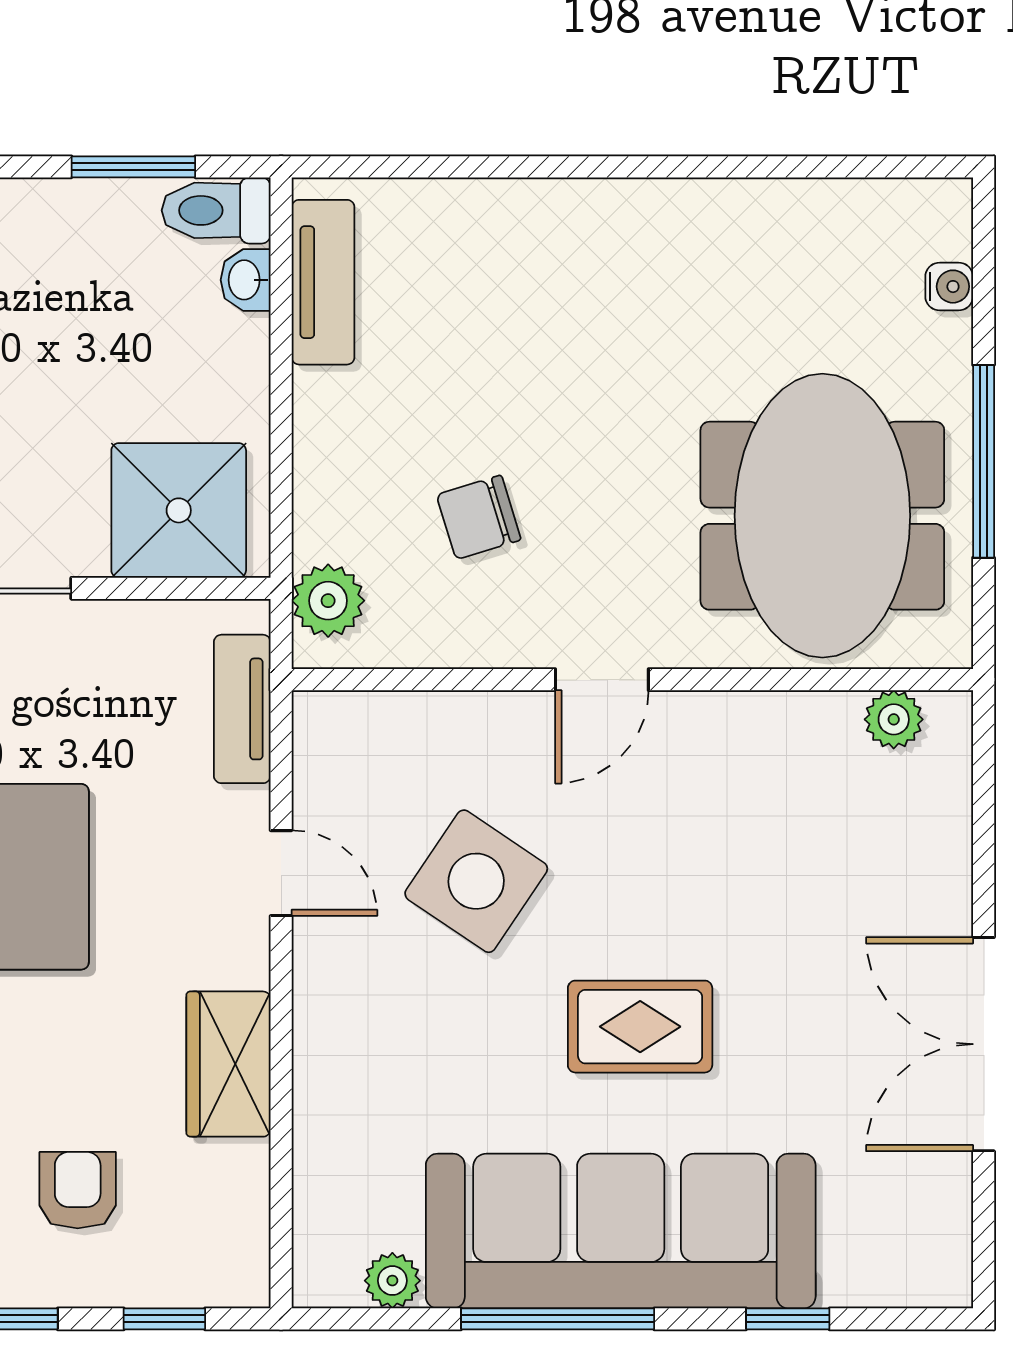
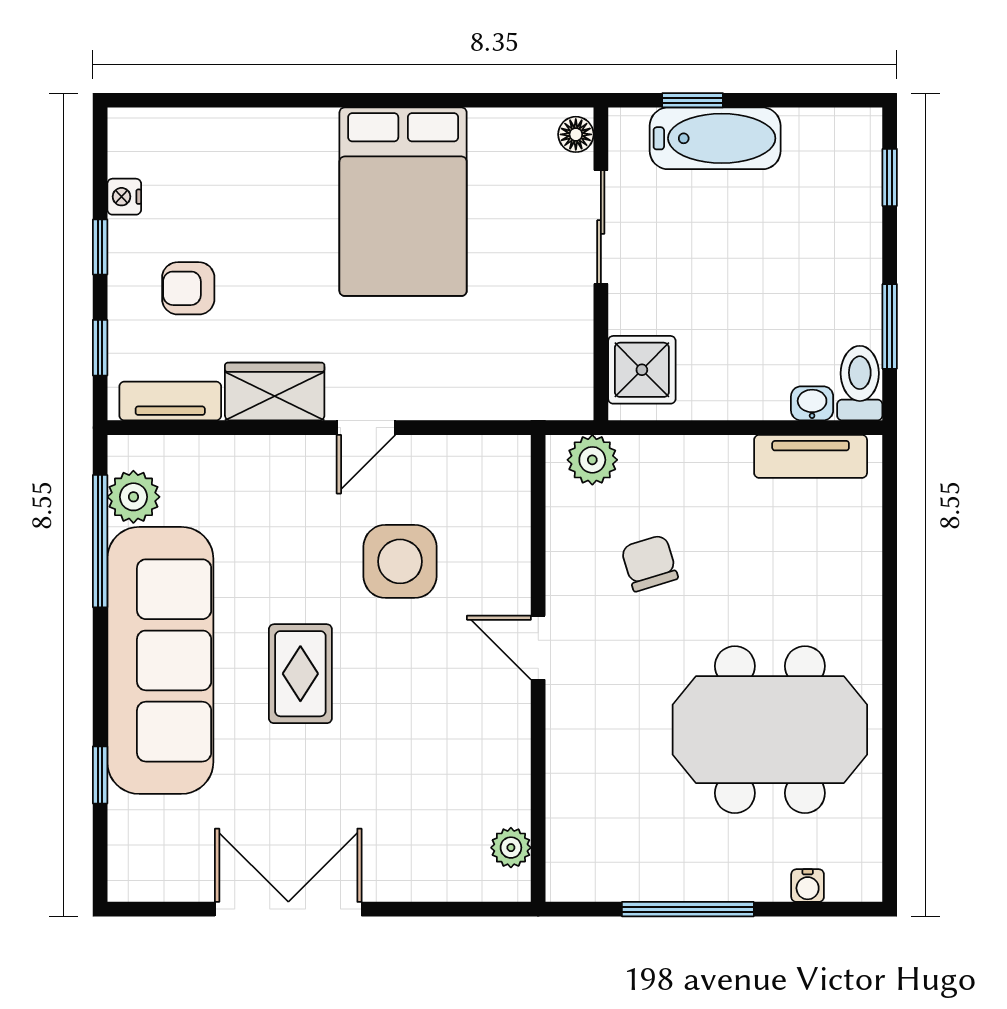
shower: (179, 510) -> (642, 370), width x0.73, depth x0.73
meeting table: (822, 516) -> (770, 730), moved
tv unit: (242, 709) -> (170, 401), moved
door: (281, 873) -> (366, 428), moved
side table: (476, 881) -> (400, 561), turned -34
armchair: (78, 1190) -> (188, 288), turned 180
plant: (392, 1281) -> (133, 497), width x1.38, depth x1.38
window: (558, 1319) -> (100, 541), moved

